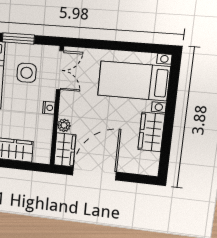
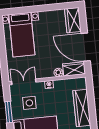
wardrobe: (151, 132) -> (73, 20), moved, turned 90

